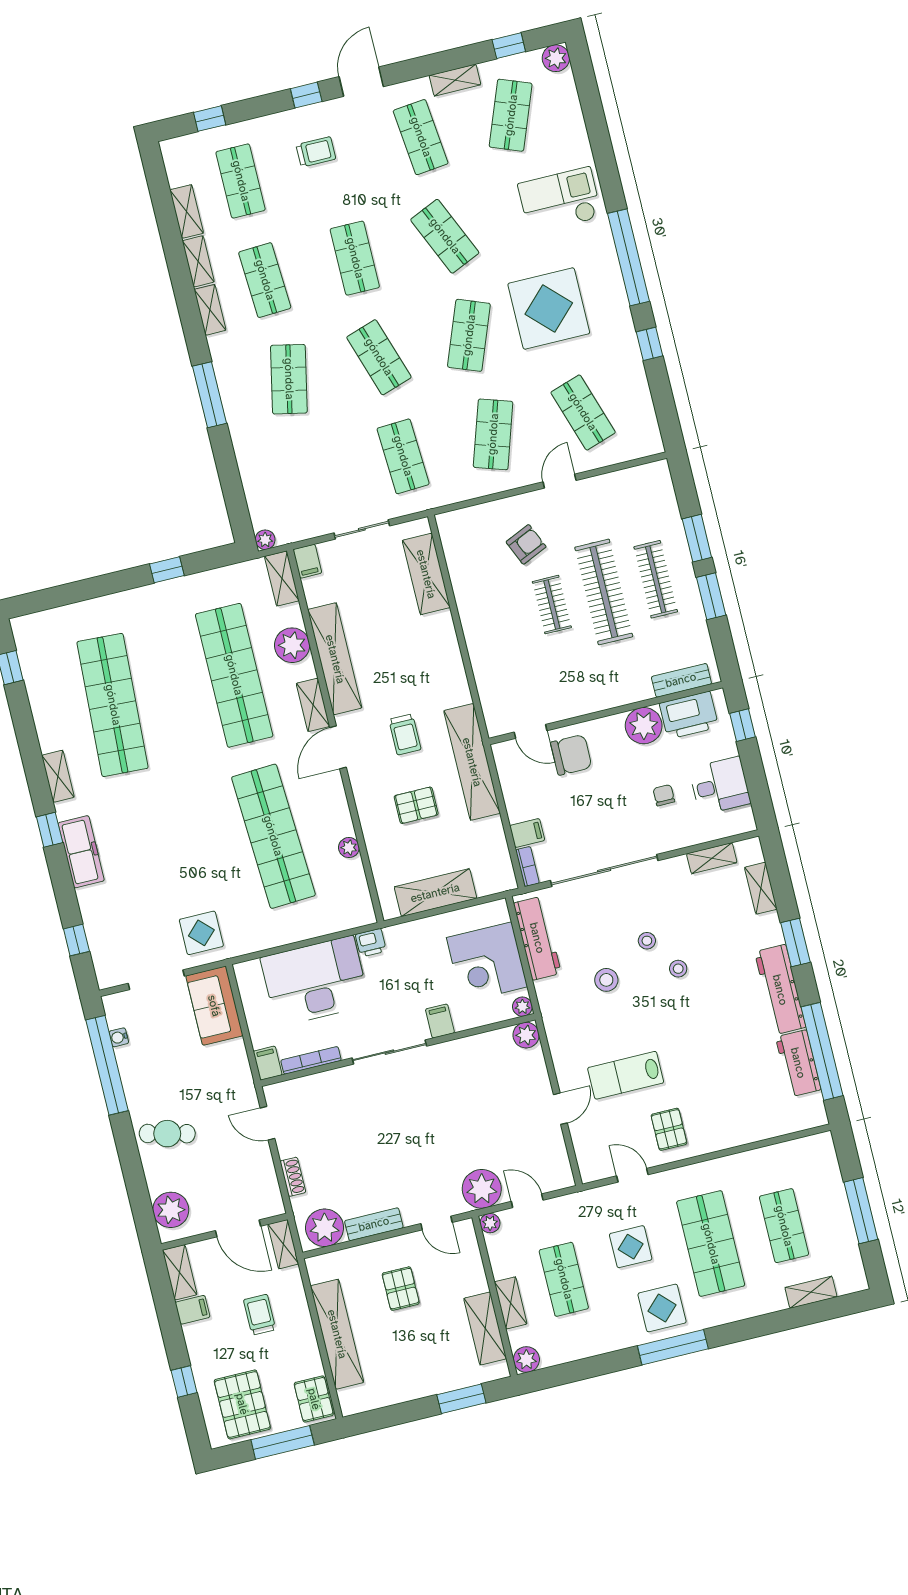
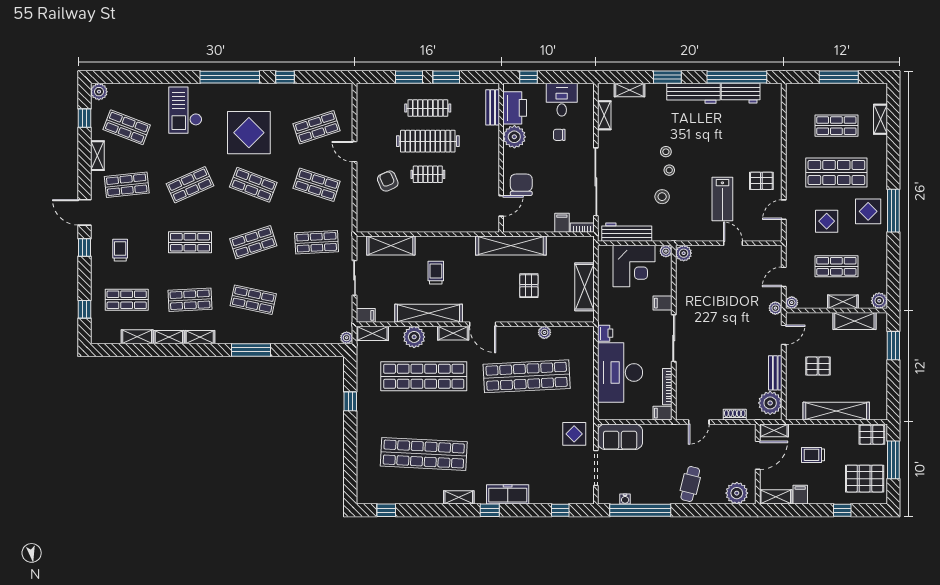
trolley: (405, 734) -> (436, 273), moved, turned -90
stool: (647, 941) -> (669, 170), moved
plant: (482, 1189) -> (775, 308), width x0.53, depth x0.53

